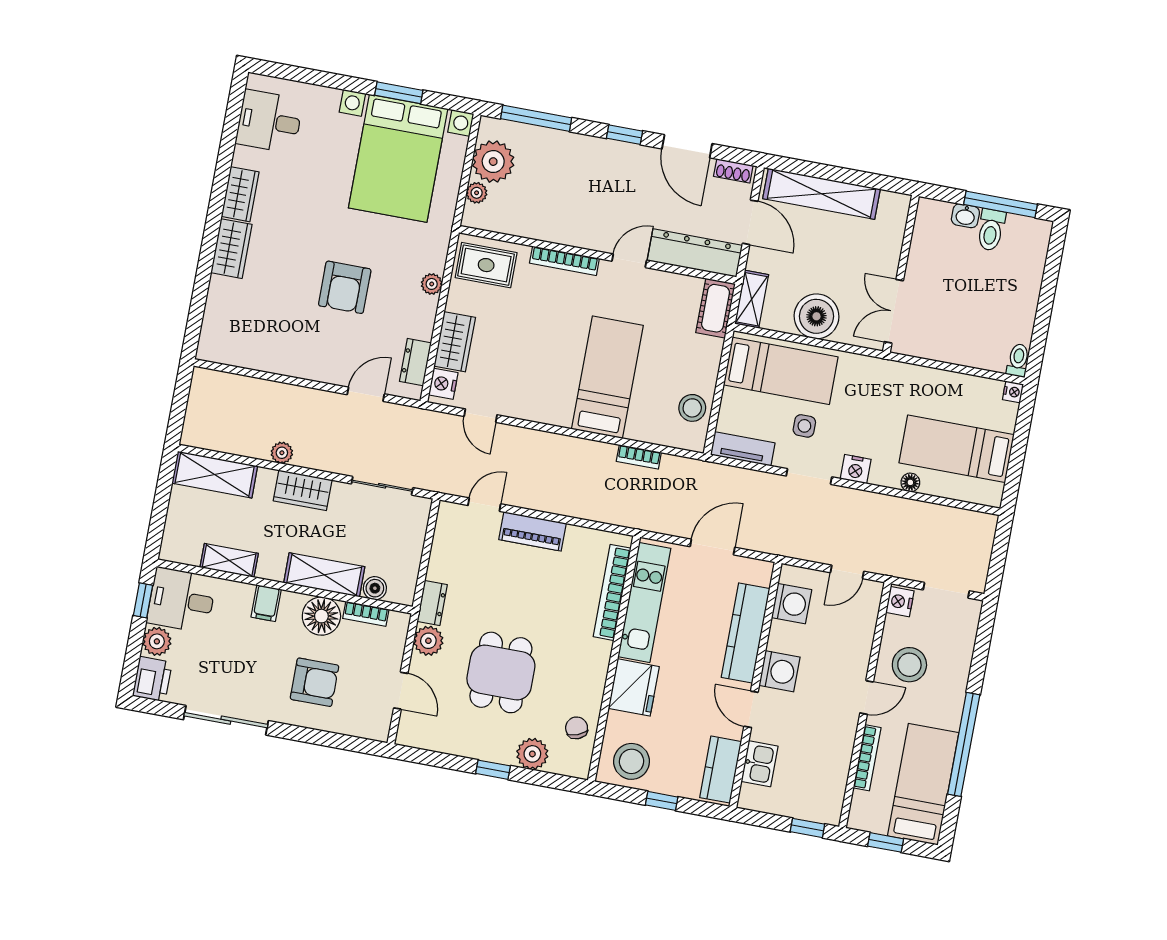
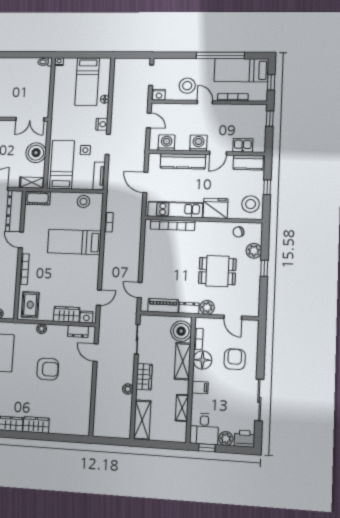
piano: (533, 531) -> (163, 306), moved, turned -90
boiler: (375, 588) -> (181, 331), width x1.86, depth x1.86
door: (401, 691) -> (233, 317), swing flipped

